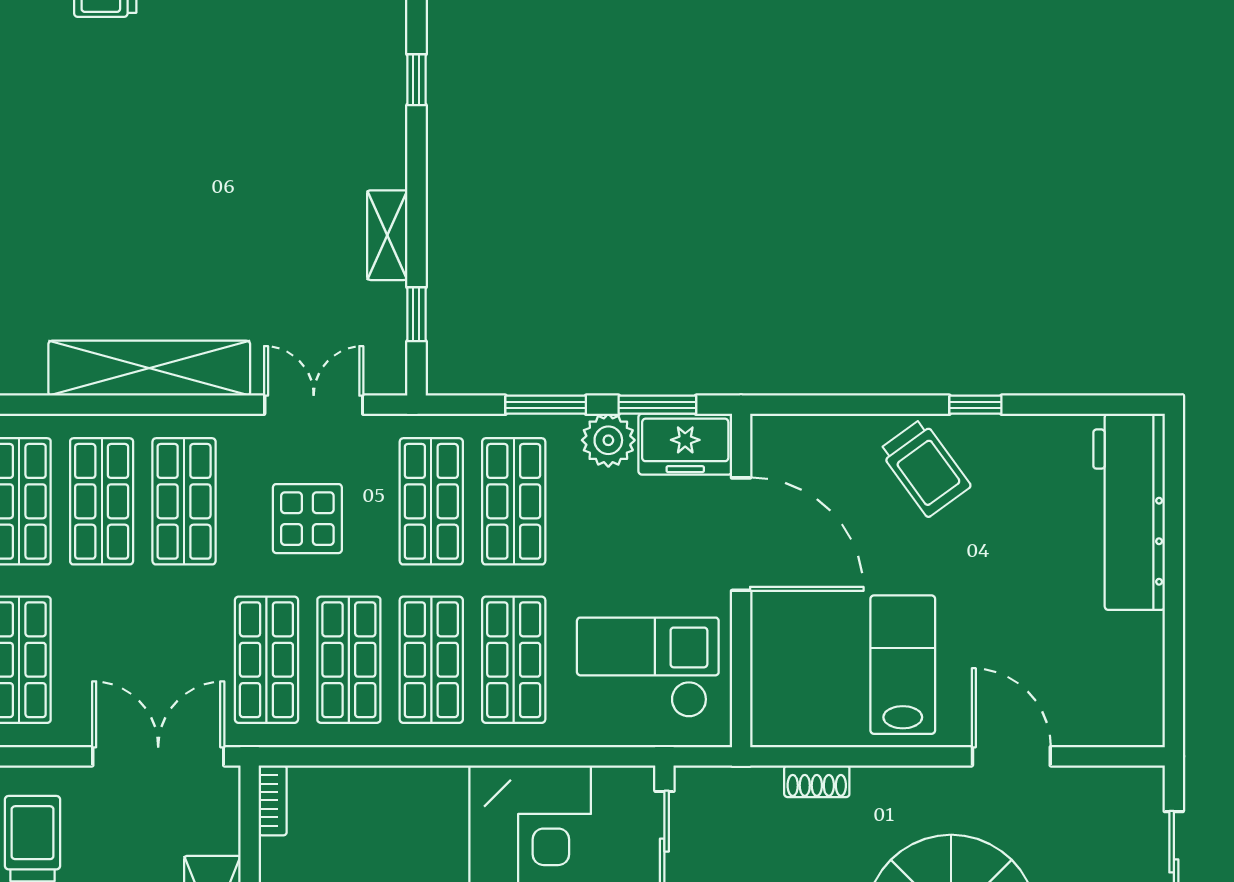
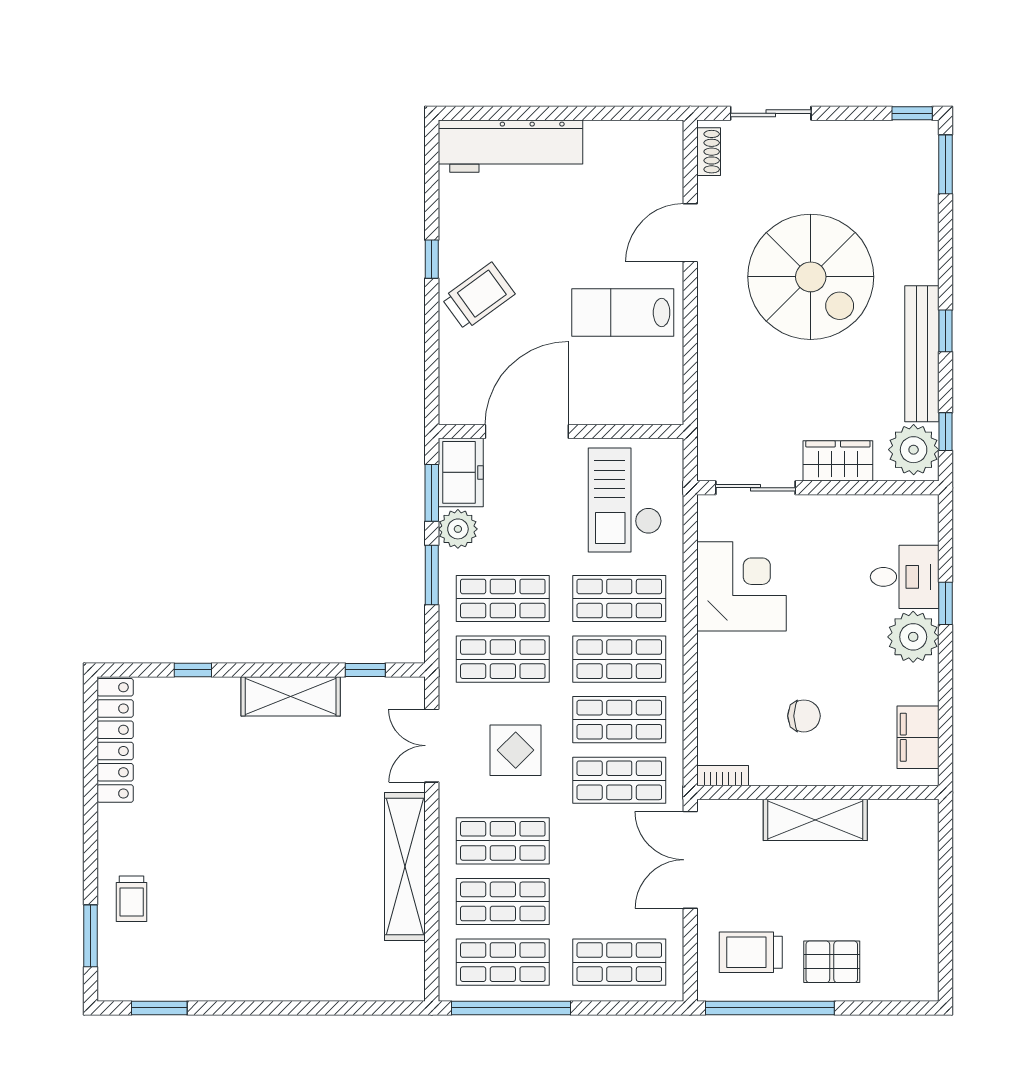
shelving: (387, 235) -> (291, 696), width x1.50, depth x1.33
shoe rack: (817, 781) -> (709, 152), moved

